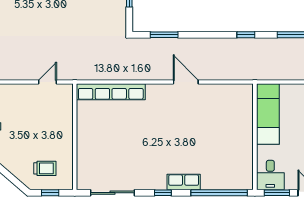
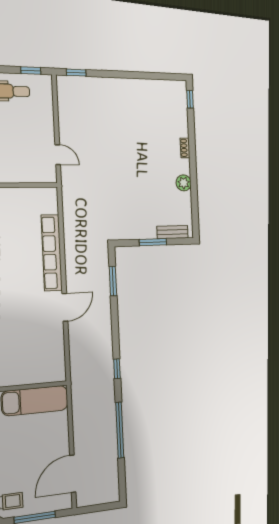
row of seats: (111, 92) -> (52, 253), moved

